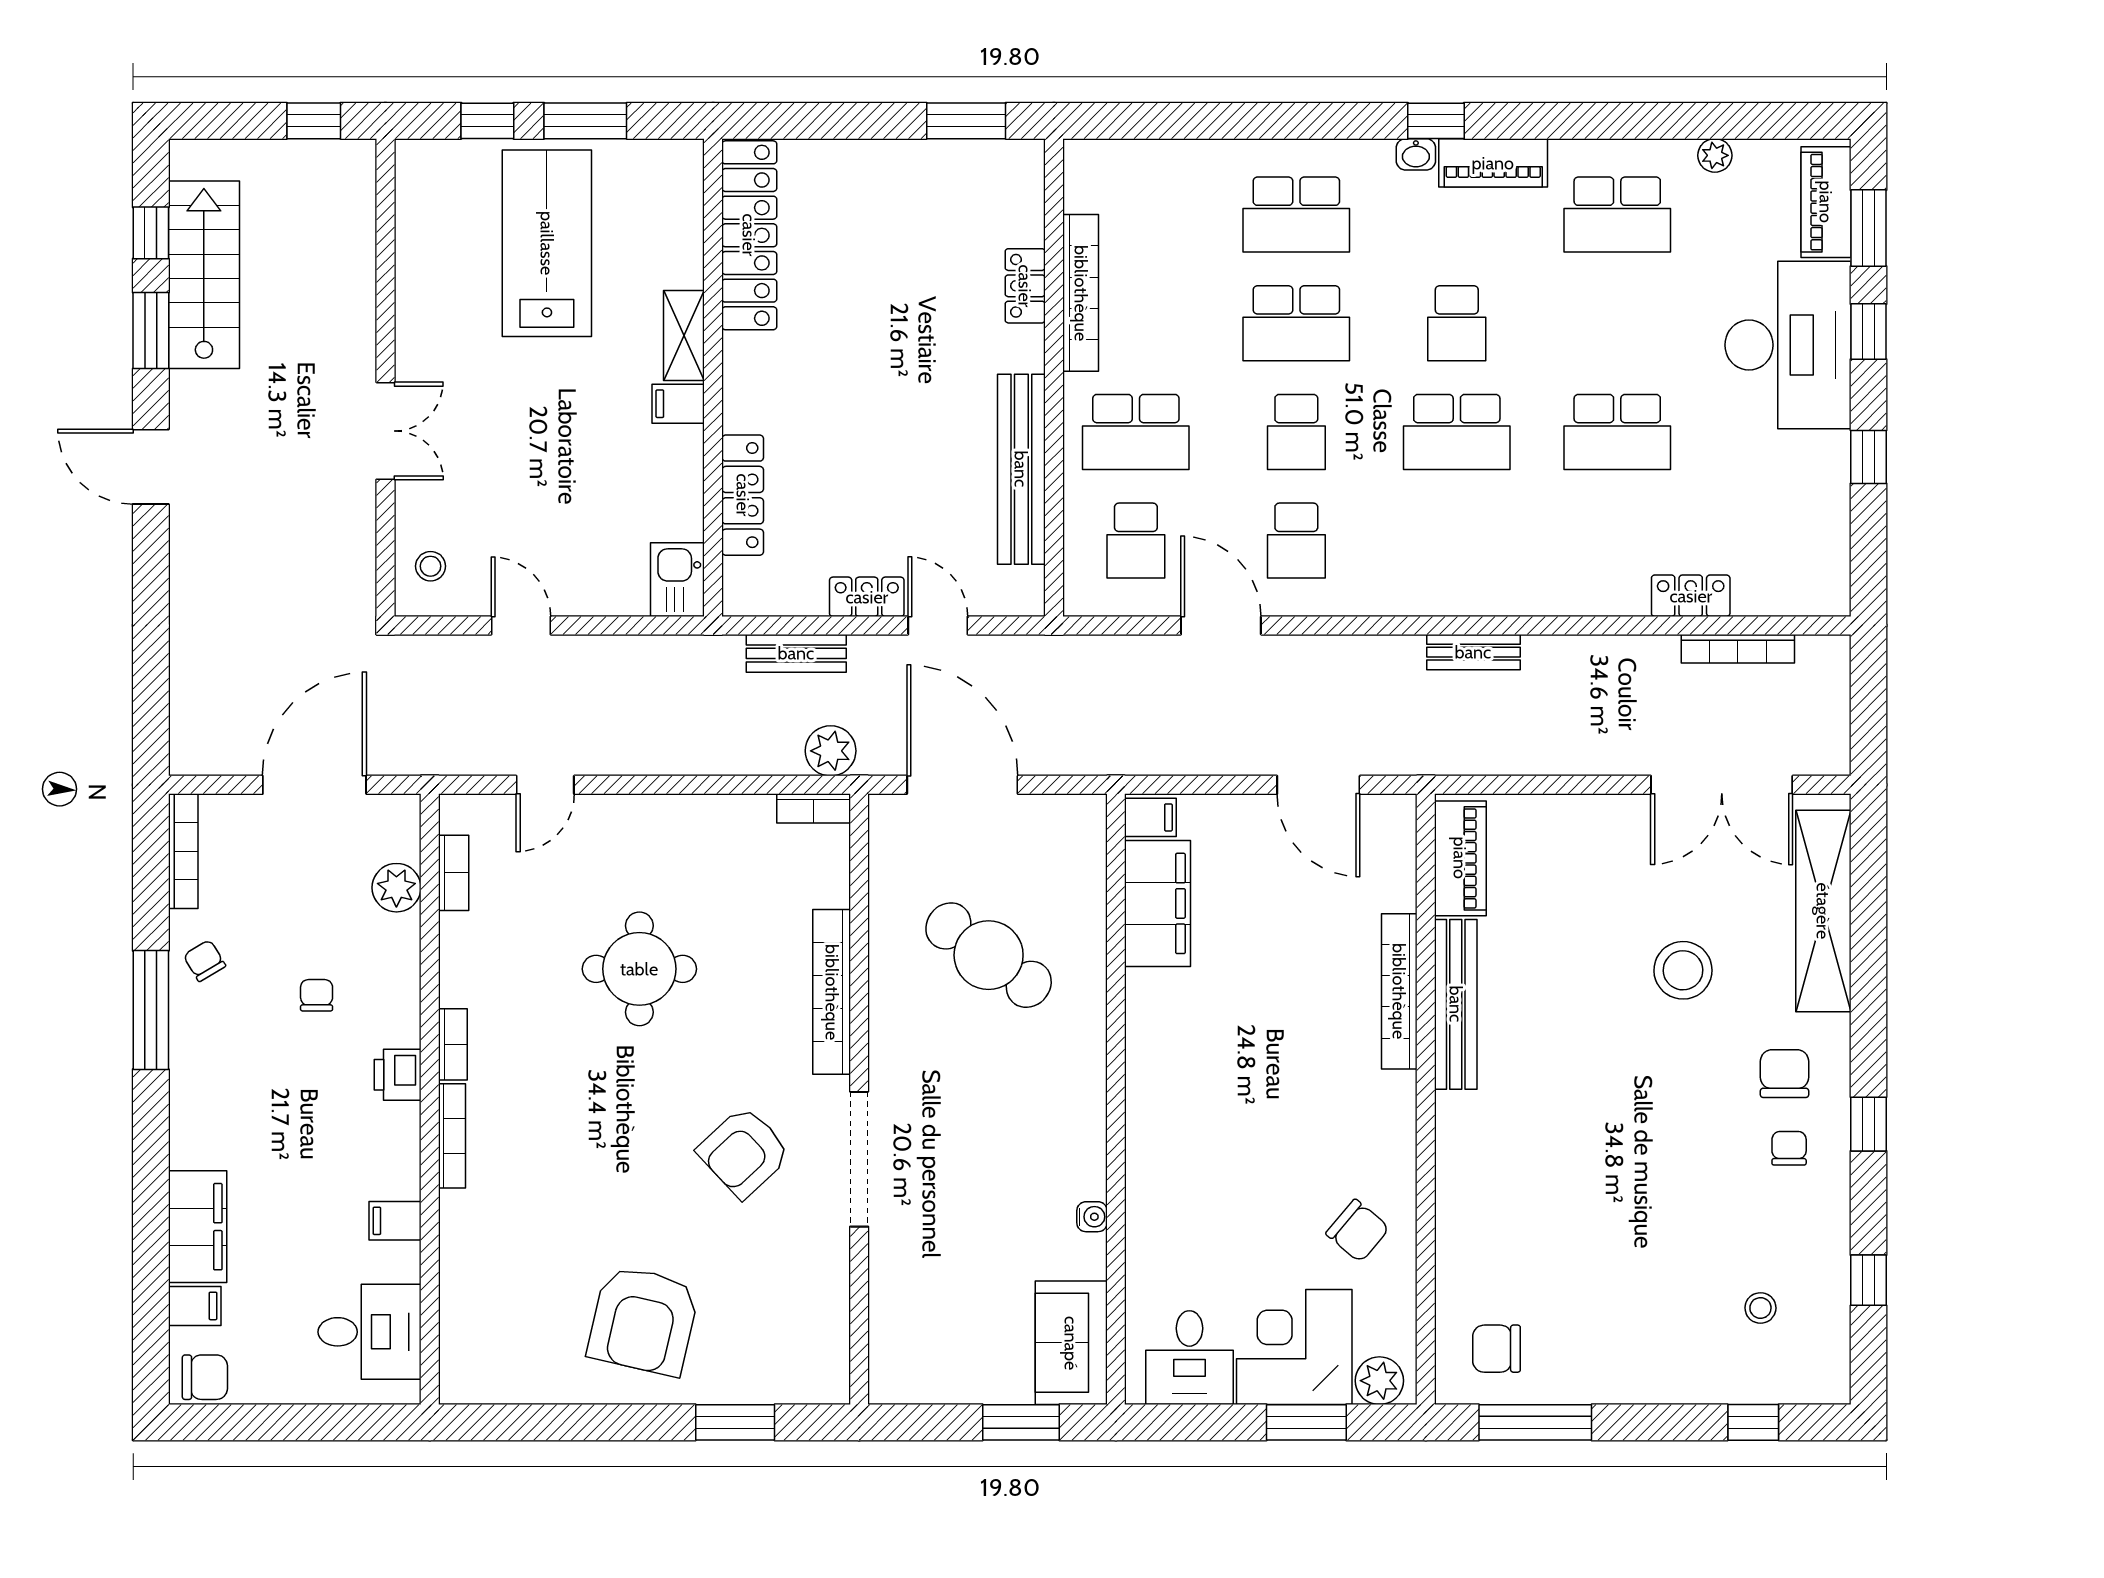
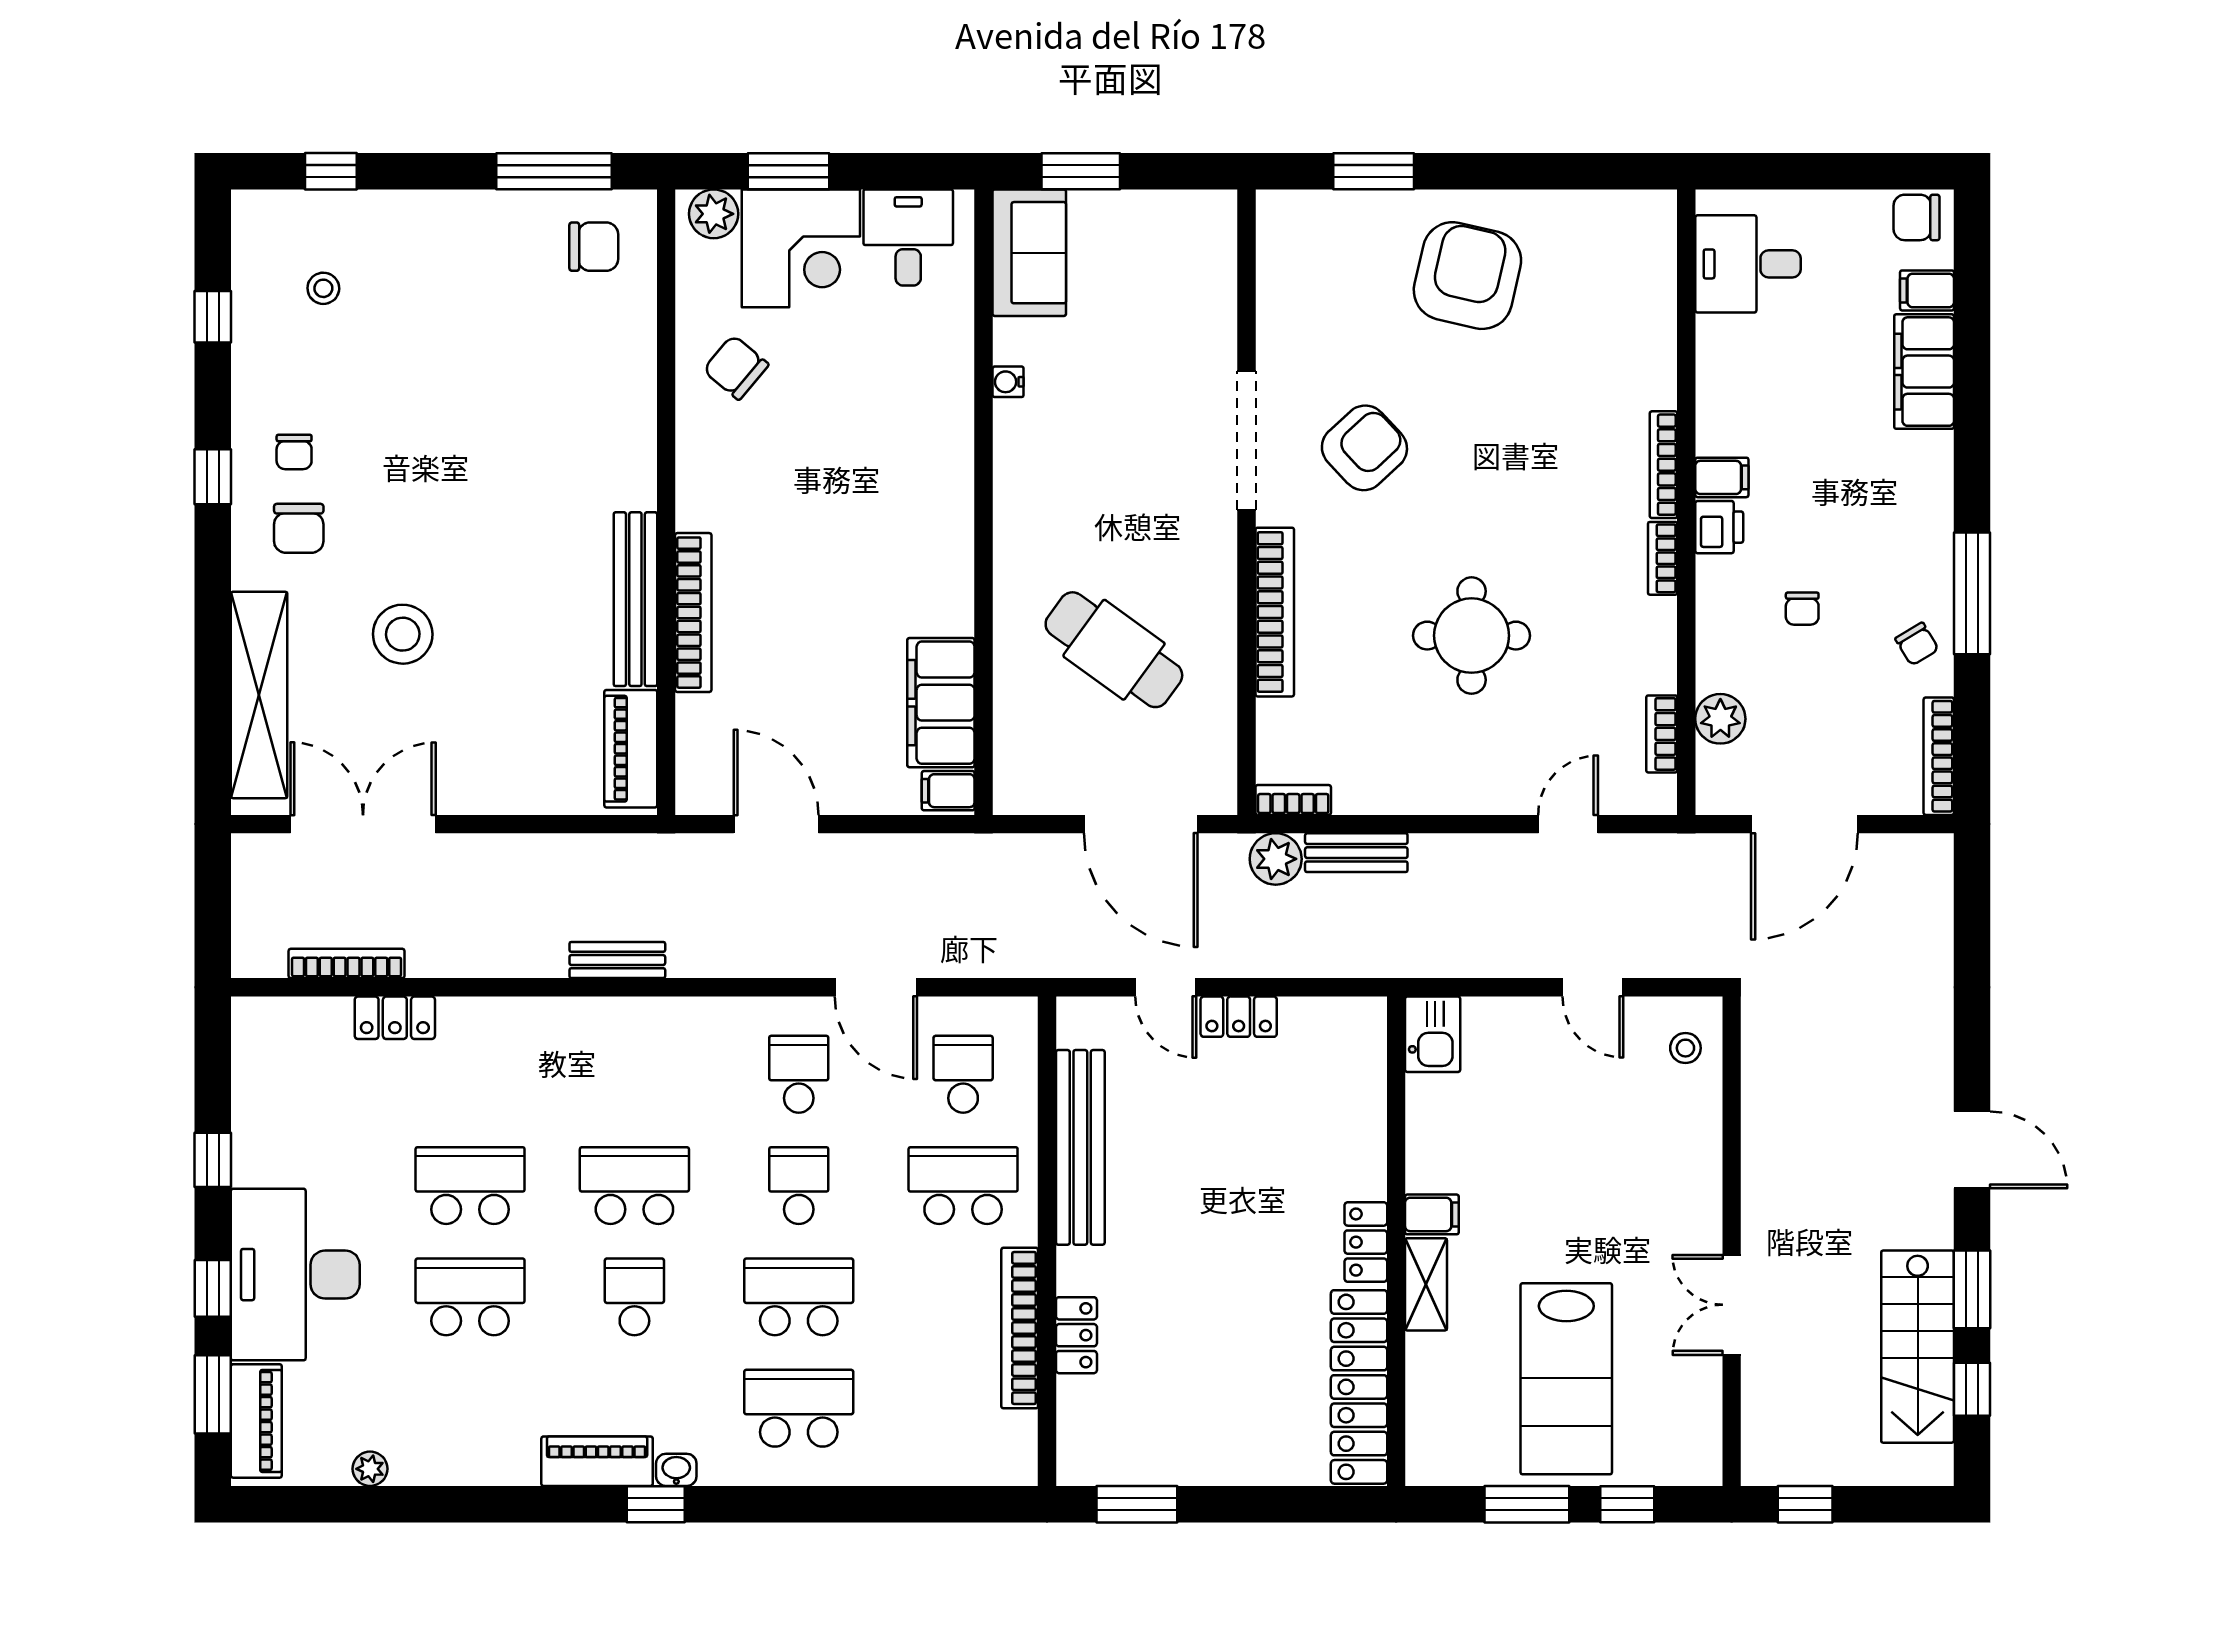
school desk: (1617, 215) -> (470, 1297), moved
double door: (385, 431) -> (1732, 1305), moved
locker: (743, 495) -> (1366, 1242), moved, width x0.66
bench: (796, 653) -> (1356, 853), moved
filing cabinet: (395, 1221) -> (1722, 477), moved

